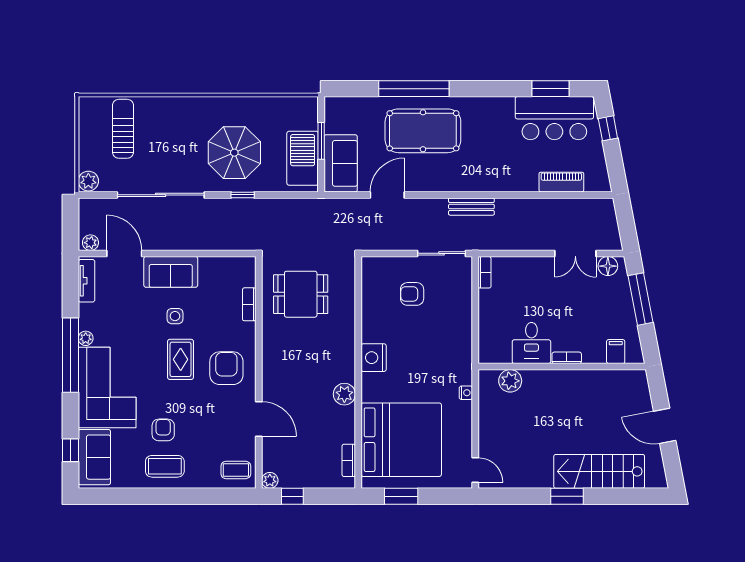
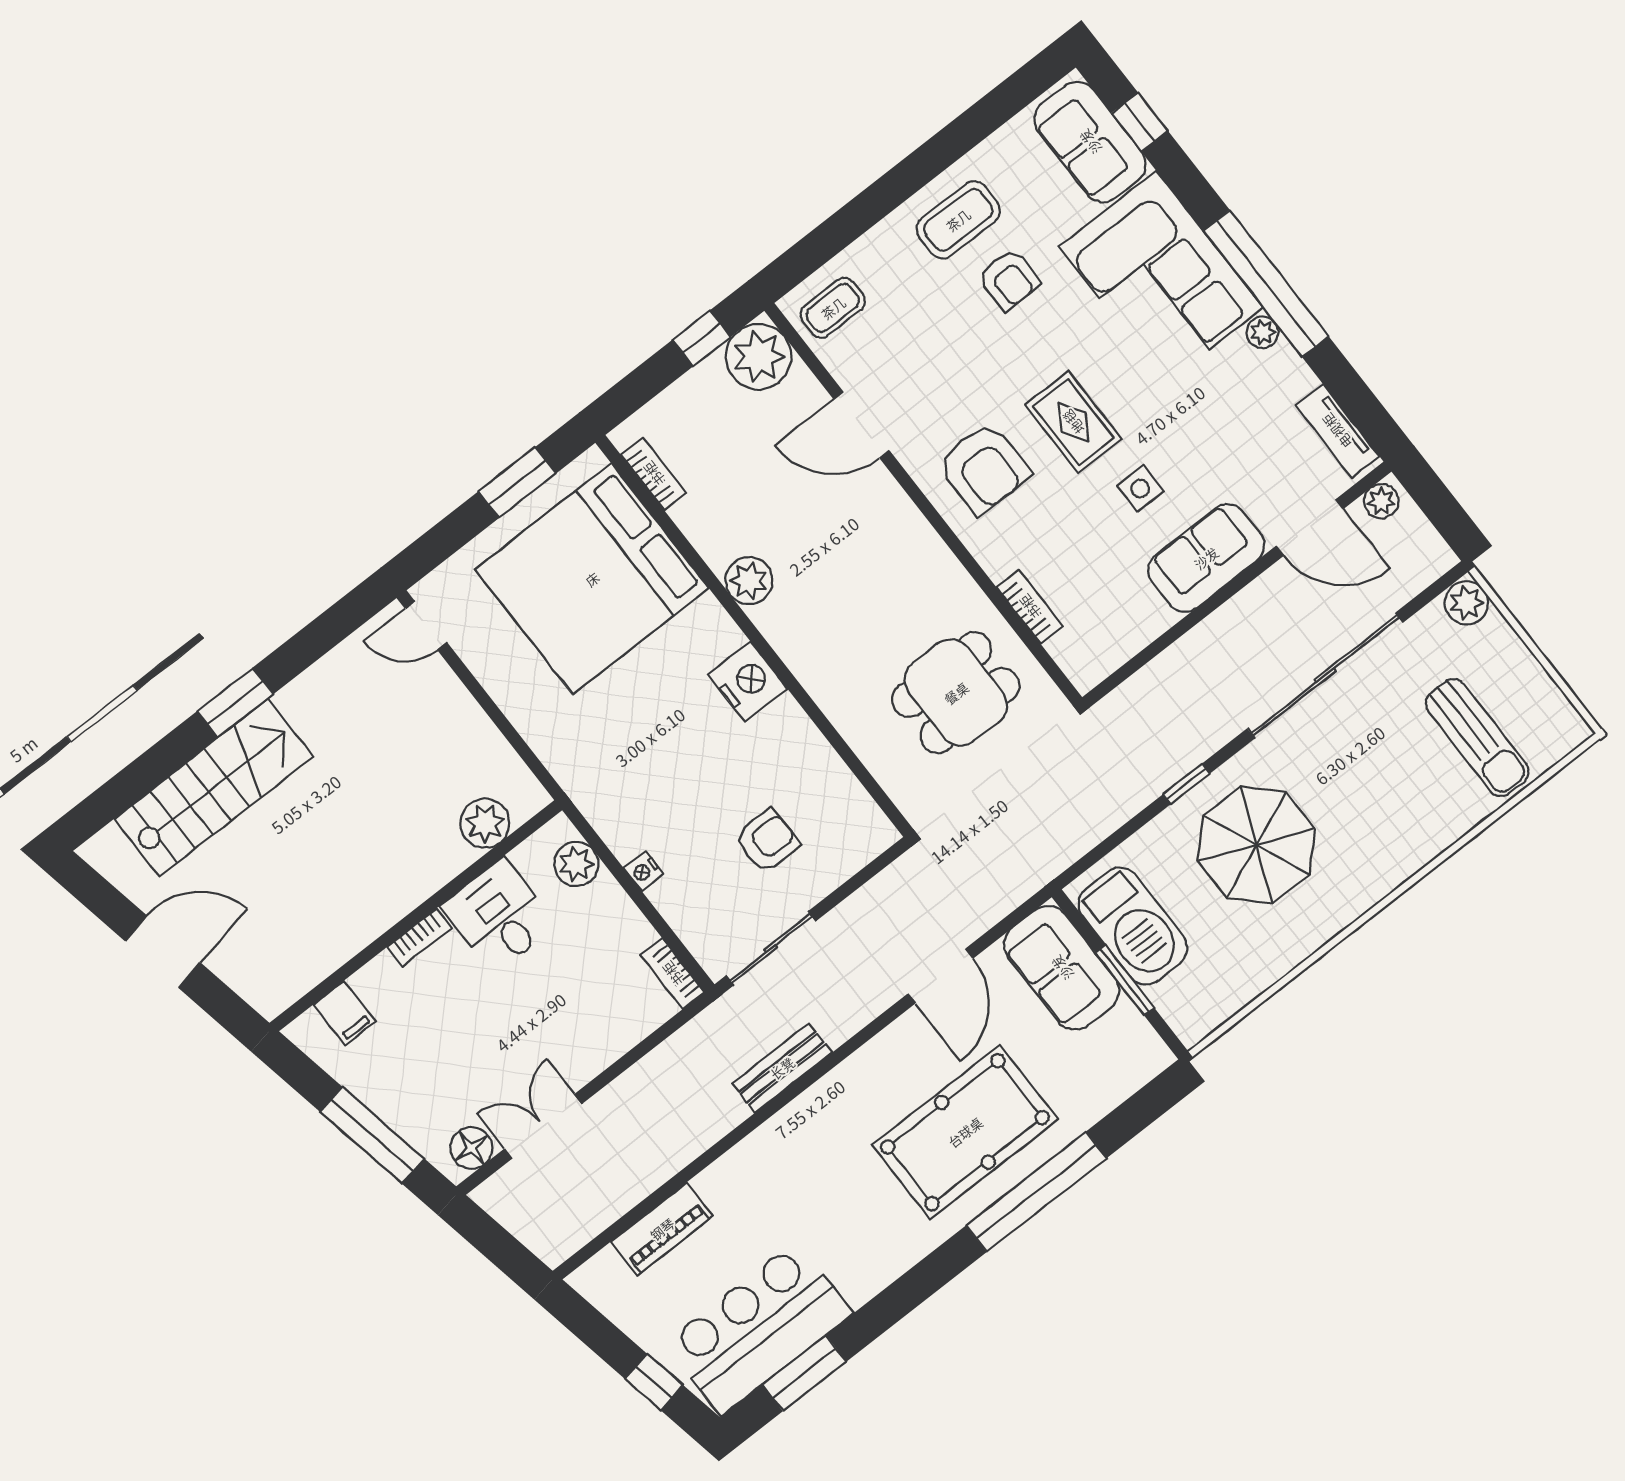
plant: (488, 340) -> (576, 864), added
nightstand: (466, 393) -> (644, 871), moved
plant: (270, 480) -> (759, 357), width x1.88, depth x1.88

